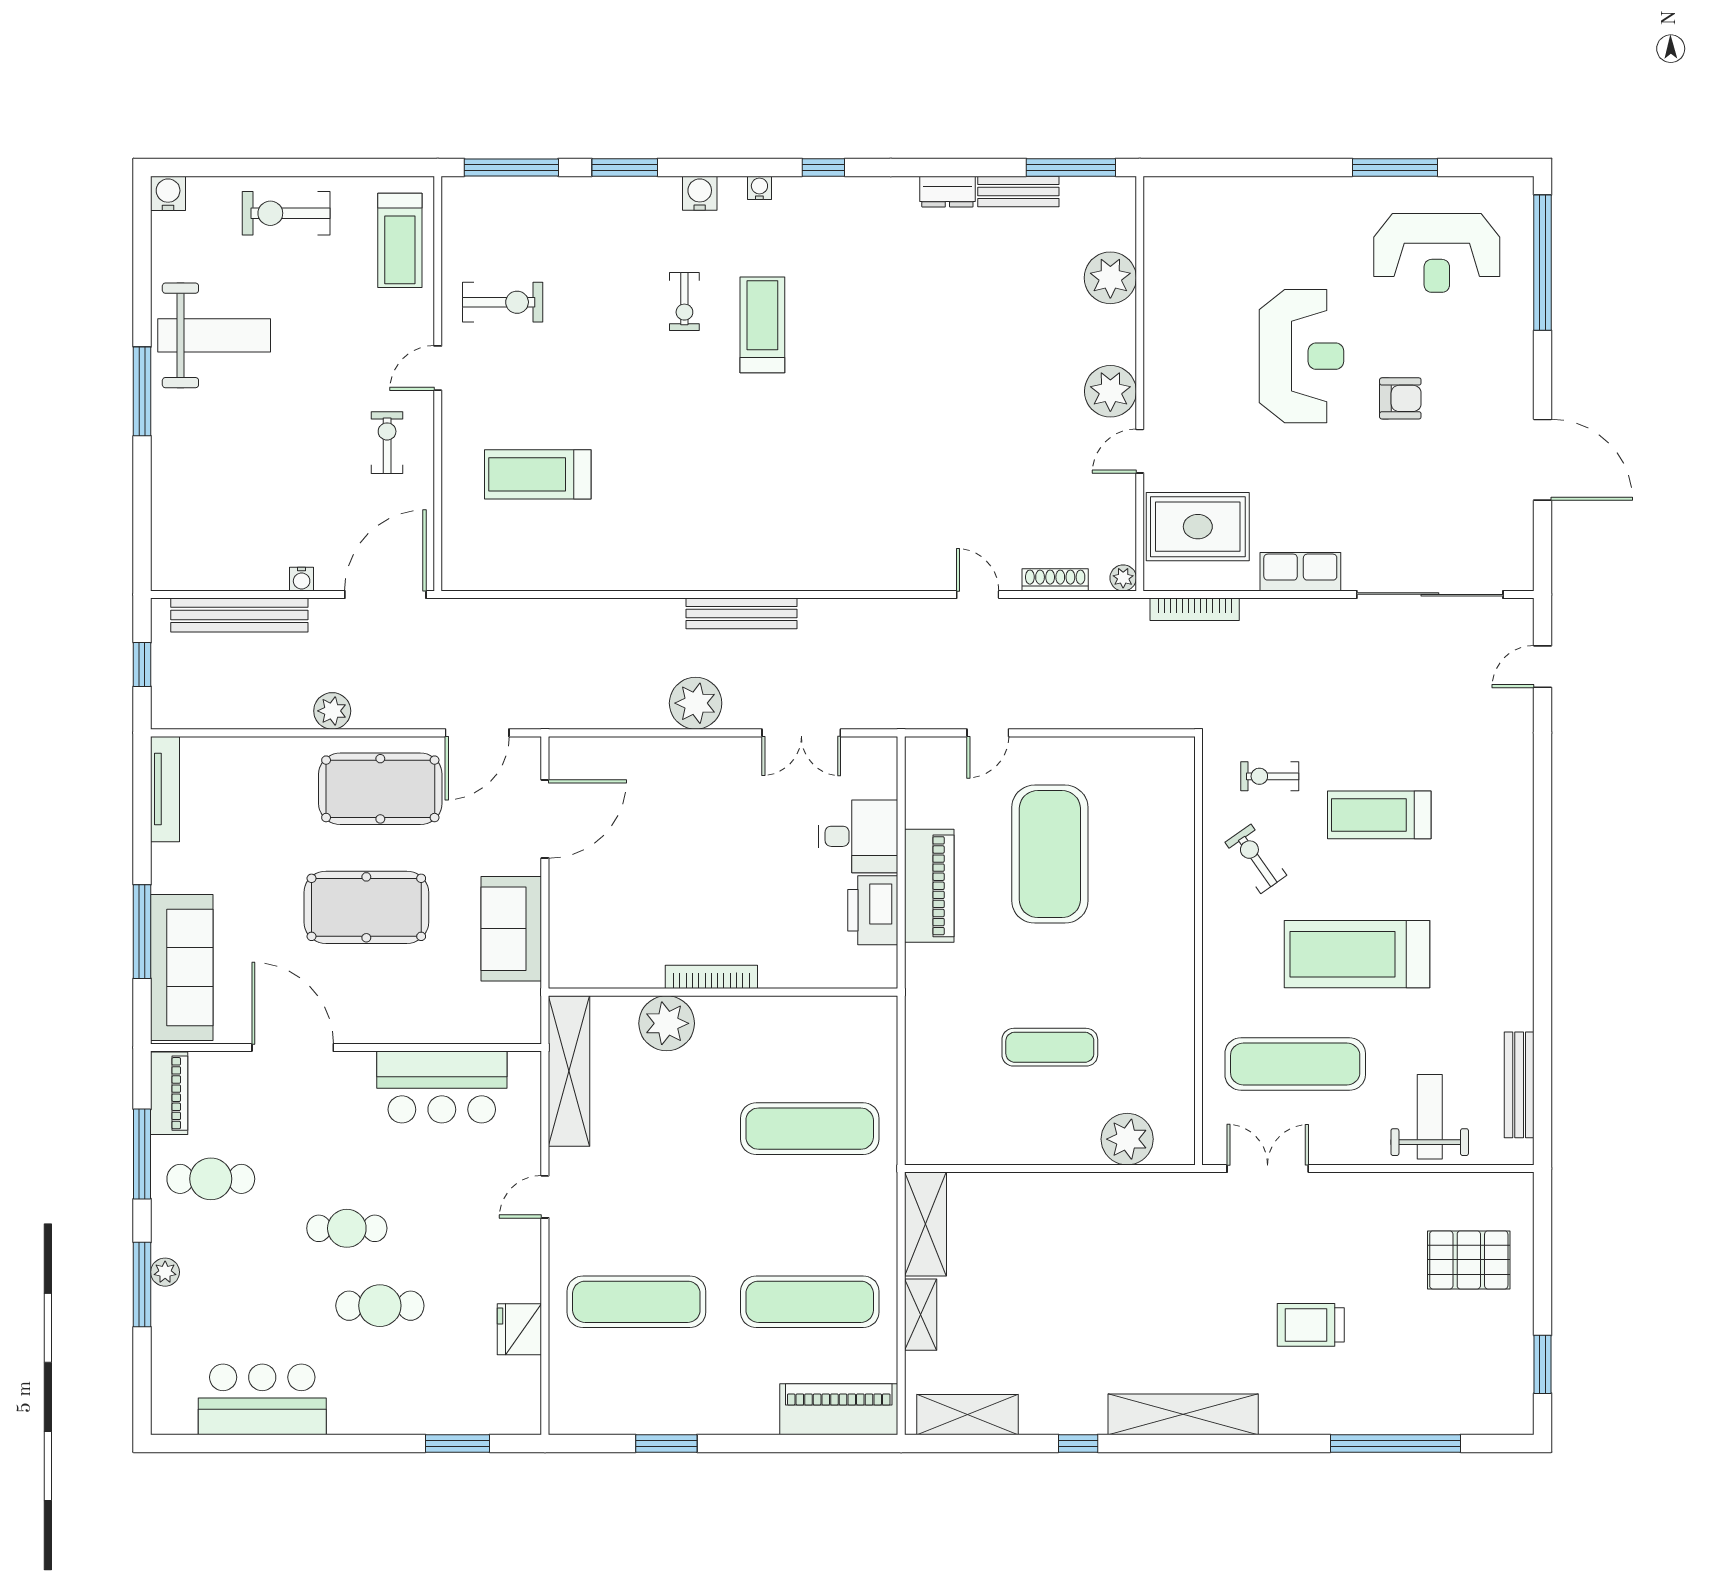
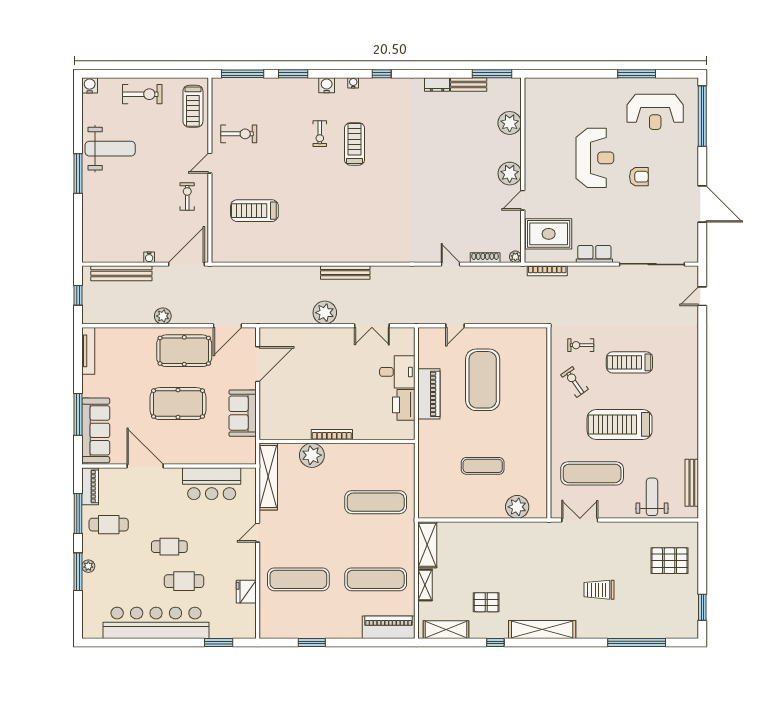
exercise bike: (286, 213) -> (142, 94), turned 180
pallet: (1058, 1353) -> (486, 602), added
bar counter: (262, 1399) -> (156, 623), width x1.86

